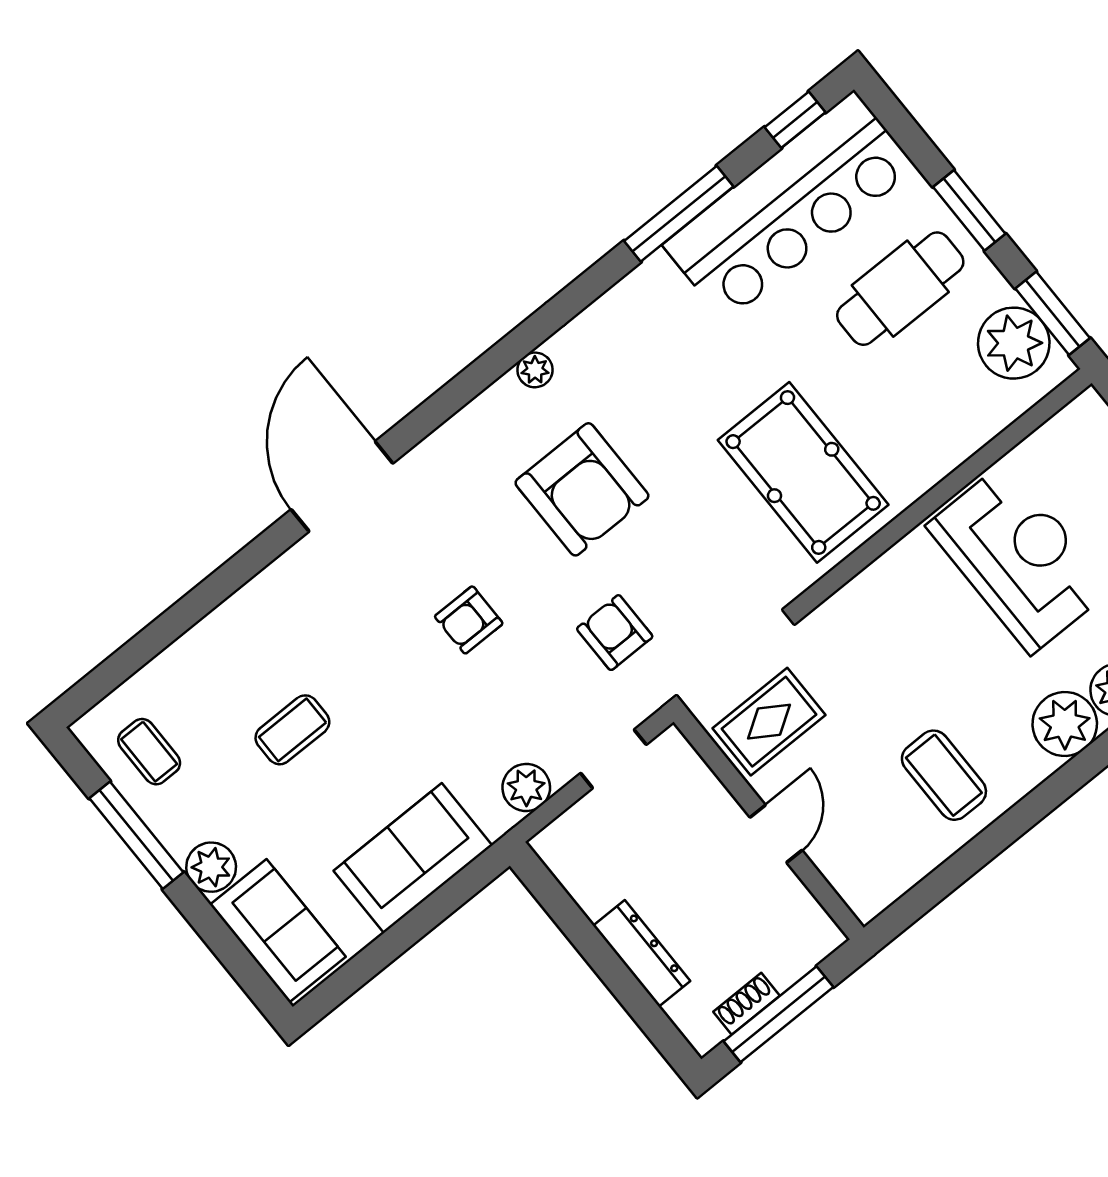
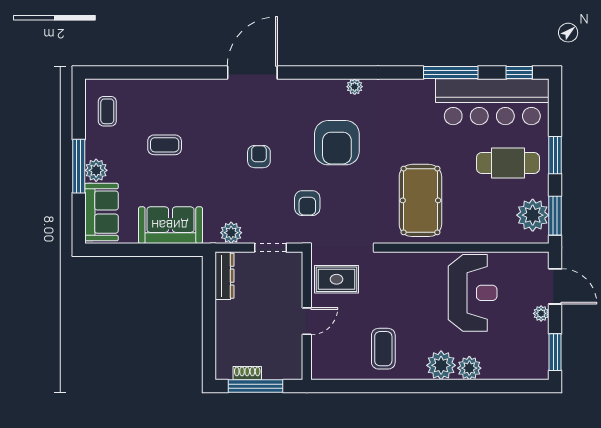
armchair: (469, 620) -> (259, 157), turned 90
armchair: (615, 633) -> (307, 203), turned 180
window: (136, 835) -> (79, 166), moved
dresser: (642, 953) -> (224, 276), moved

